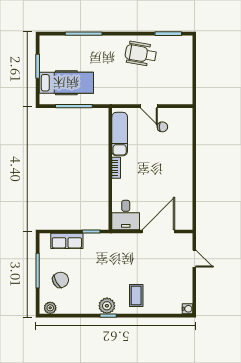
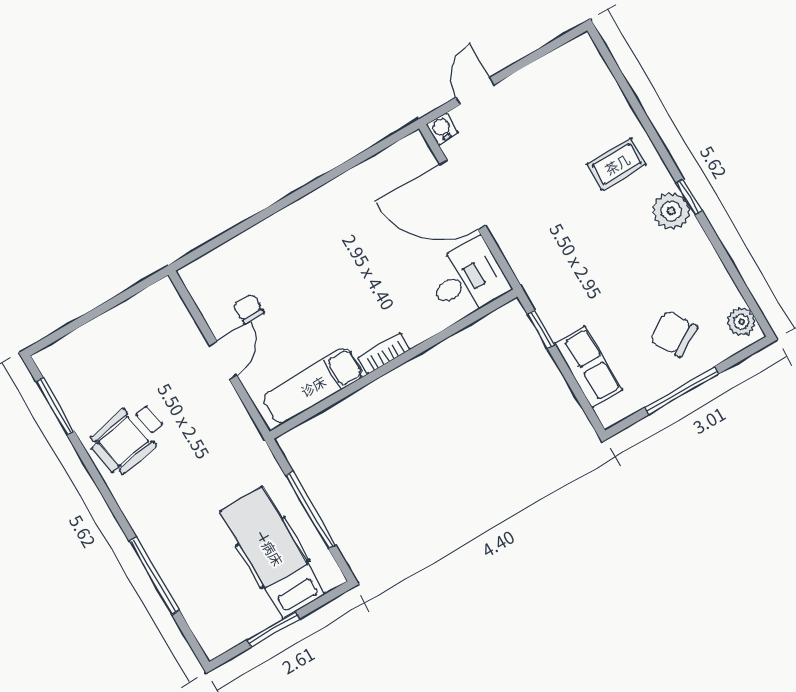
wheelchair: (141, 54) -> (128, 438), turned 69
water cooler: (188, 309) -> (442, 128), moved

